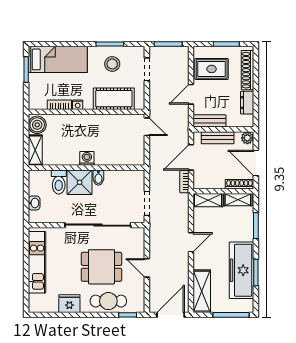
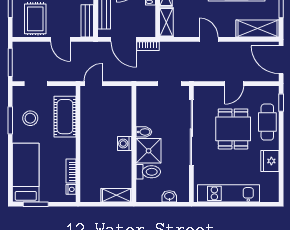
nightstand: (78, 105) -> (71, 189), moved
boiler: (37, 125) -> (91, 193), removed

